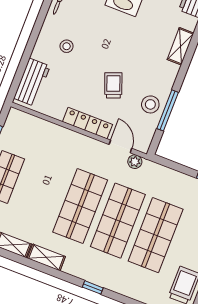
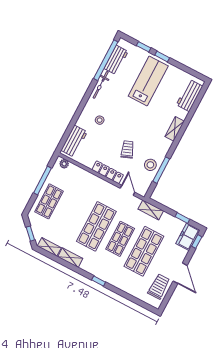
plant: (135, 162) -> (64, 164), moved
shelving: (159, 172) -> (151, 210), added
shop shelf: (118, 221) -> (120, 239), width x0.70, depth x0.74

